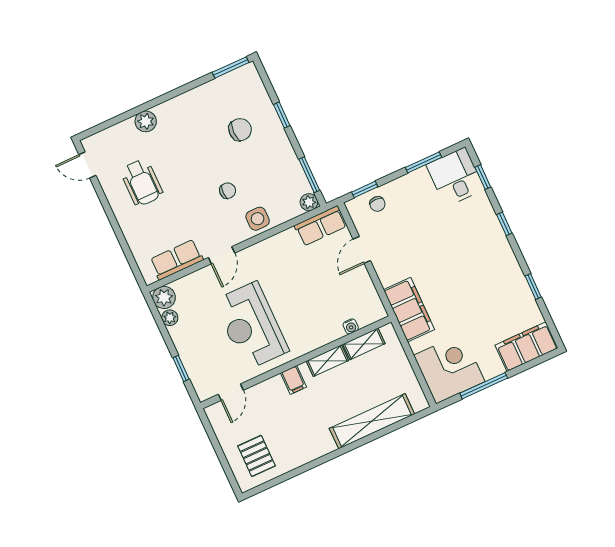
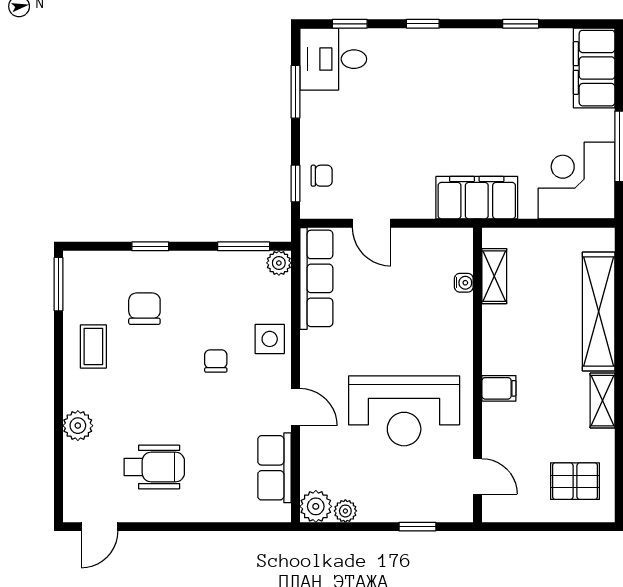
coffee table: (201, 108) -> (93, 346), added
row of seats: (321, 226) -> (316, 278), width x1.48
shelving: (327, 361) -> (603, 401), moved

